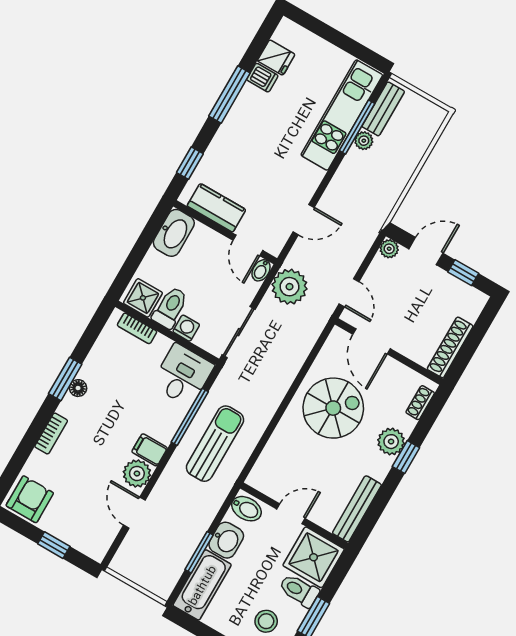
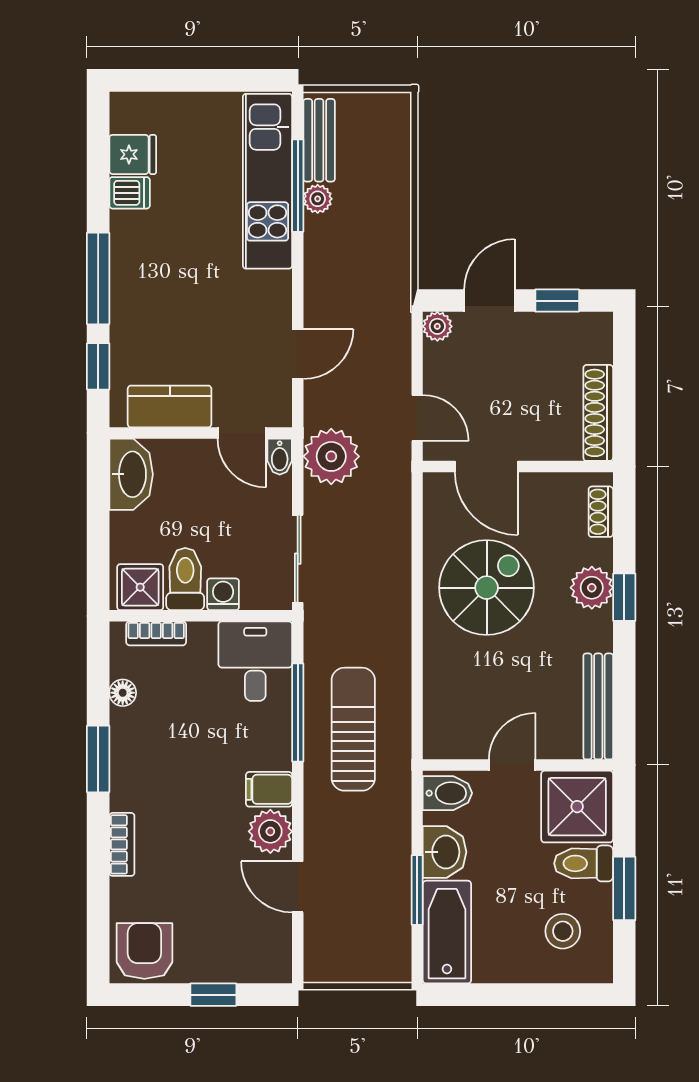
window: (229, 95) -> (98, 278), moved
floor lamp: (78, 388) -> (123, 693), moved

